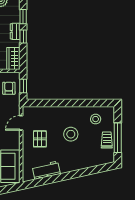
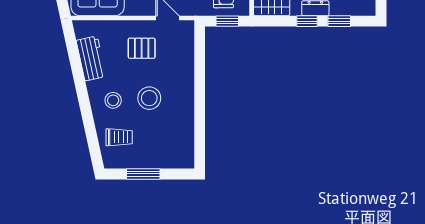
stool: (96, 119) -> (113, 100), moved
window: (118, 138) -> (143, 174), width x0.69
trolley: (107, 140) -> (119, 137), moved

